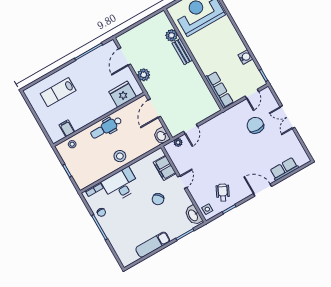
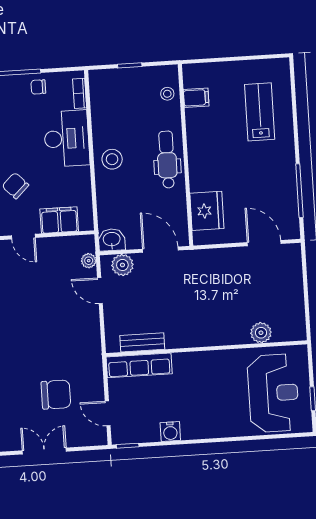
bench: (182, 52) -> (142, 342), moved
plant: (144, 75) -> (122, 265), moved

